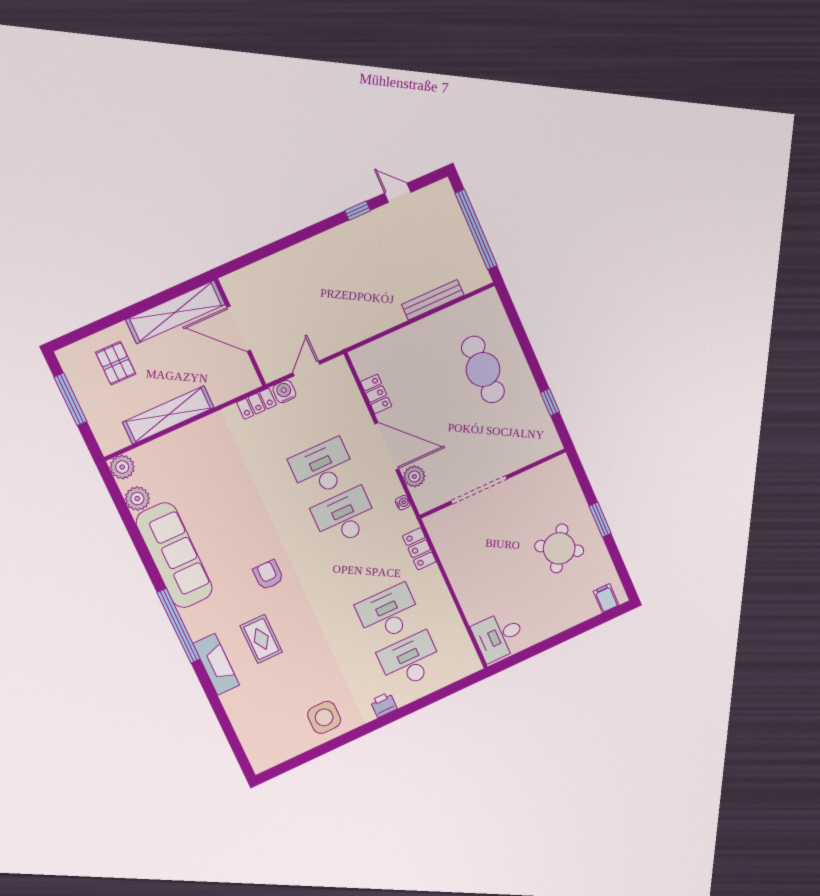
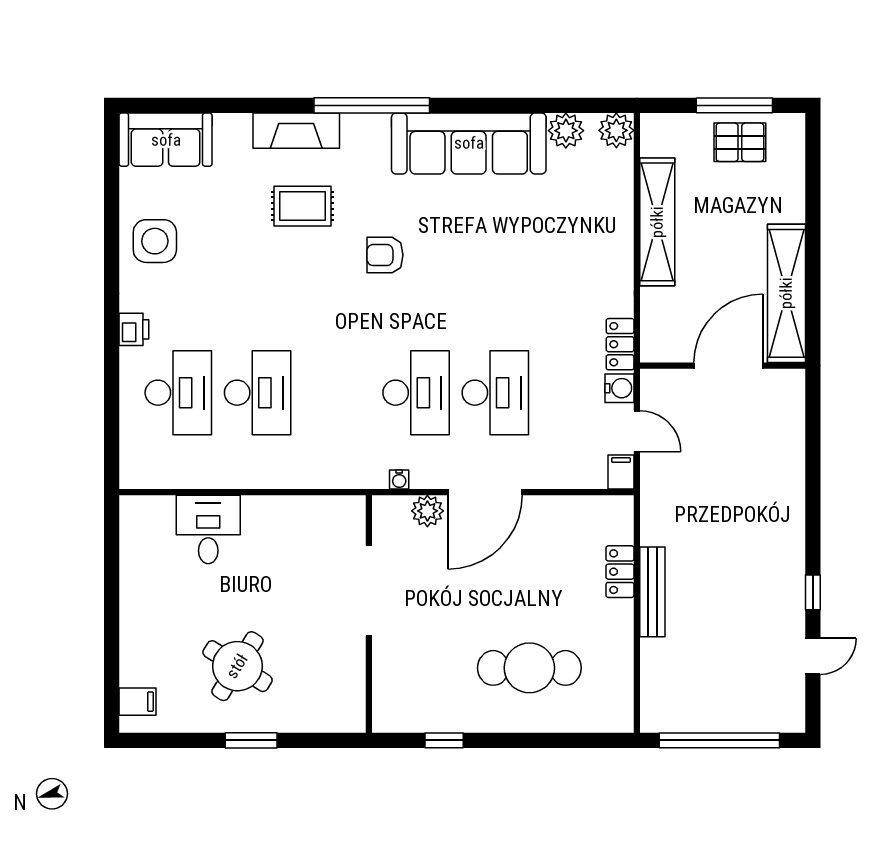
bench: (433, 300) -> (652, 592), moved
pallet: (116, 363) -> (740, 142), moved
filing cabinet: (336, 367) -> (621, 472), added
locker: (376, 394) -> (620, 572), moved, turned 90
locker: (419, 549) -> (326, 474), removed
armchair: (268, 575) -> (385, 255), turned 180
desk: (499, 636) -> (208, 529), moved
sofa: (259, 740) -> (166, 140), added

